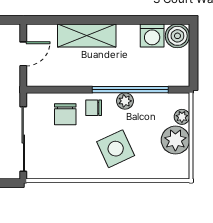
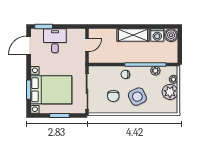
shelving: (87, 35) -> (133, 35), moved
plant: (125, 101) -> (155, 71), moved
chair: (65, 114) -> (113, 96), moved

